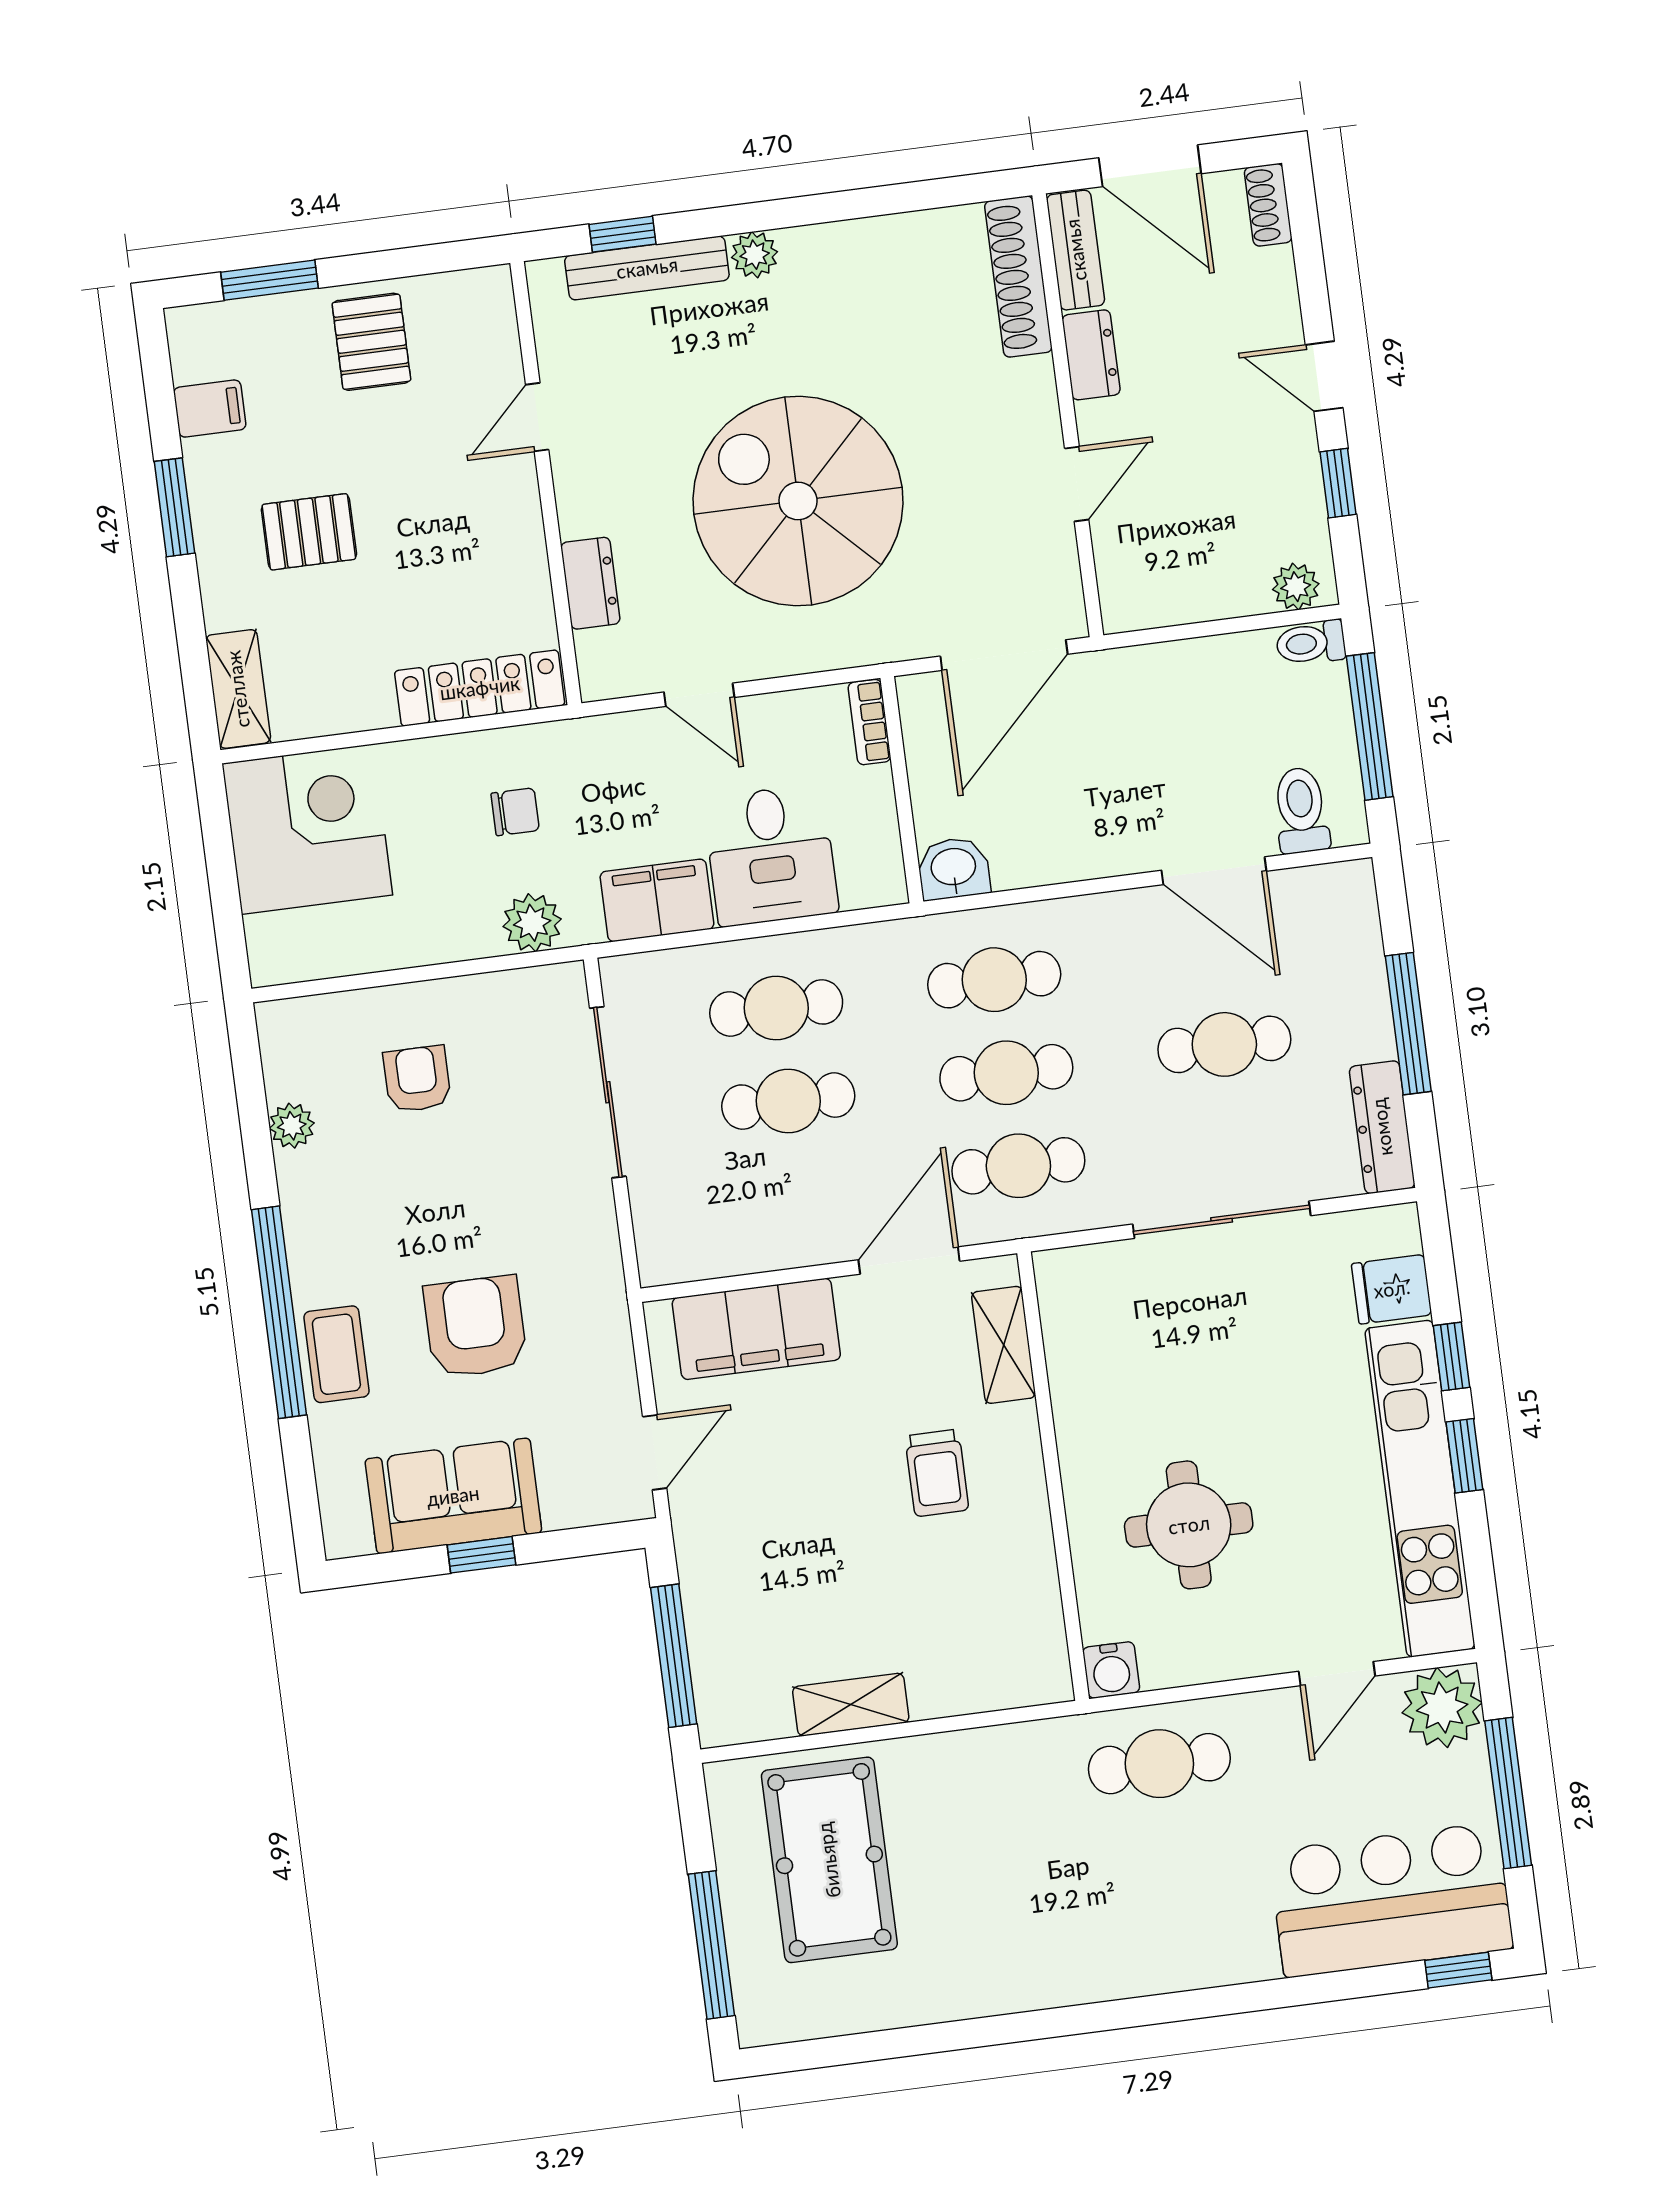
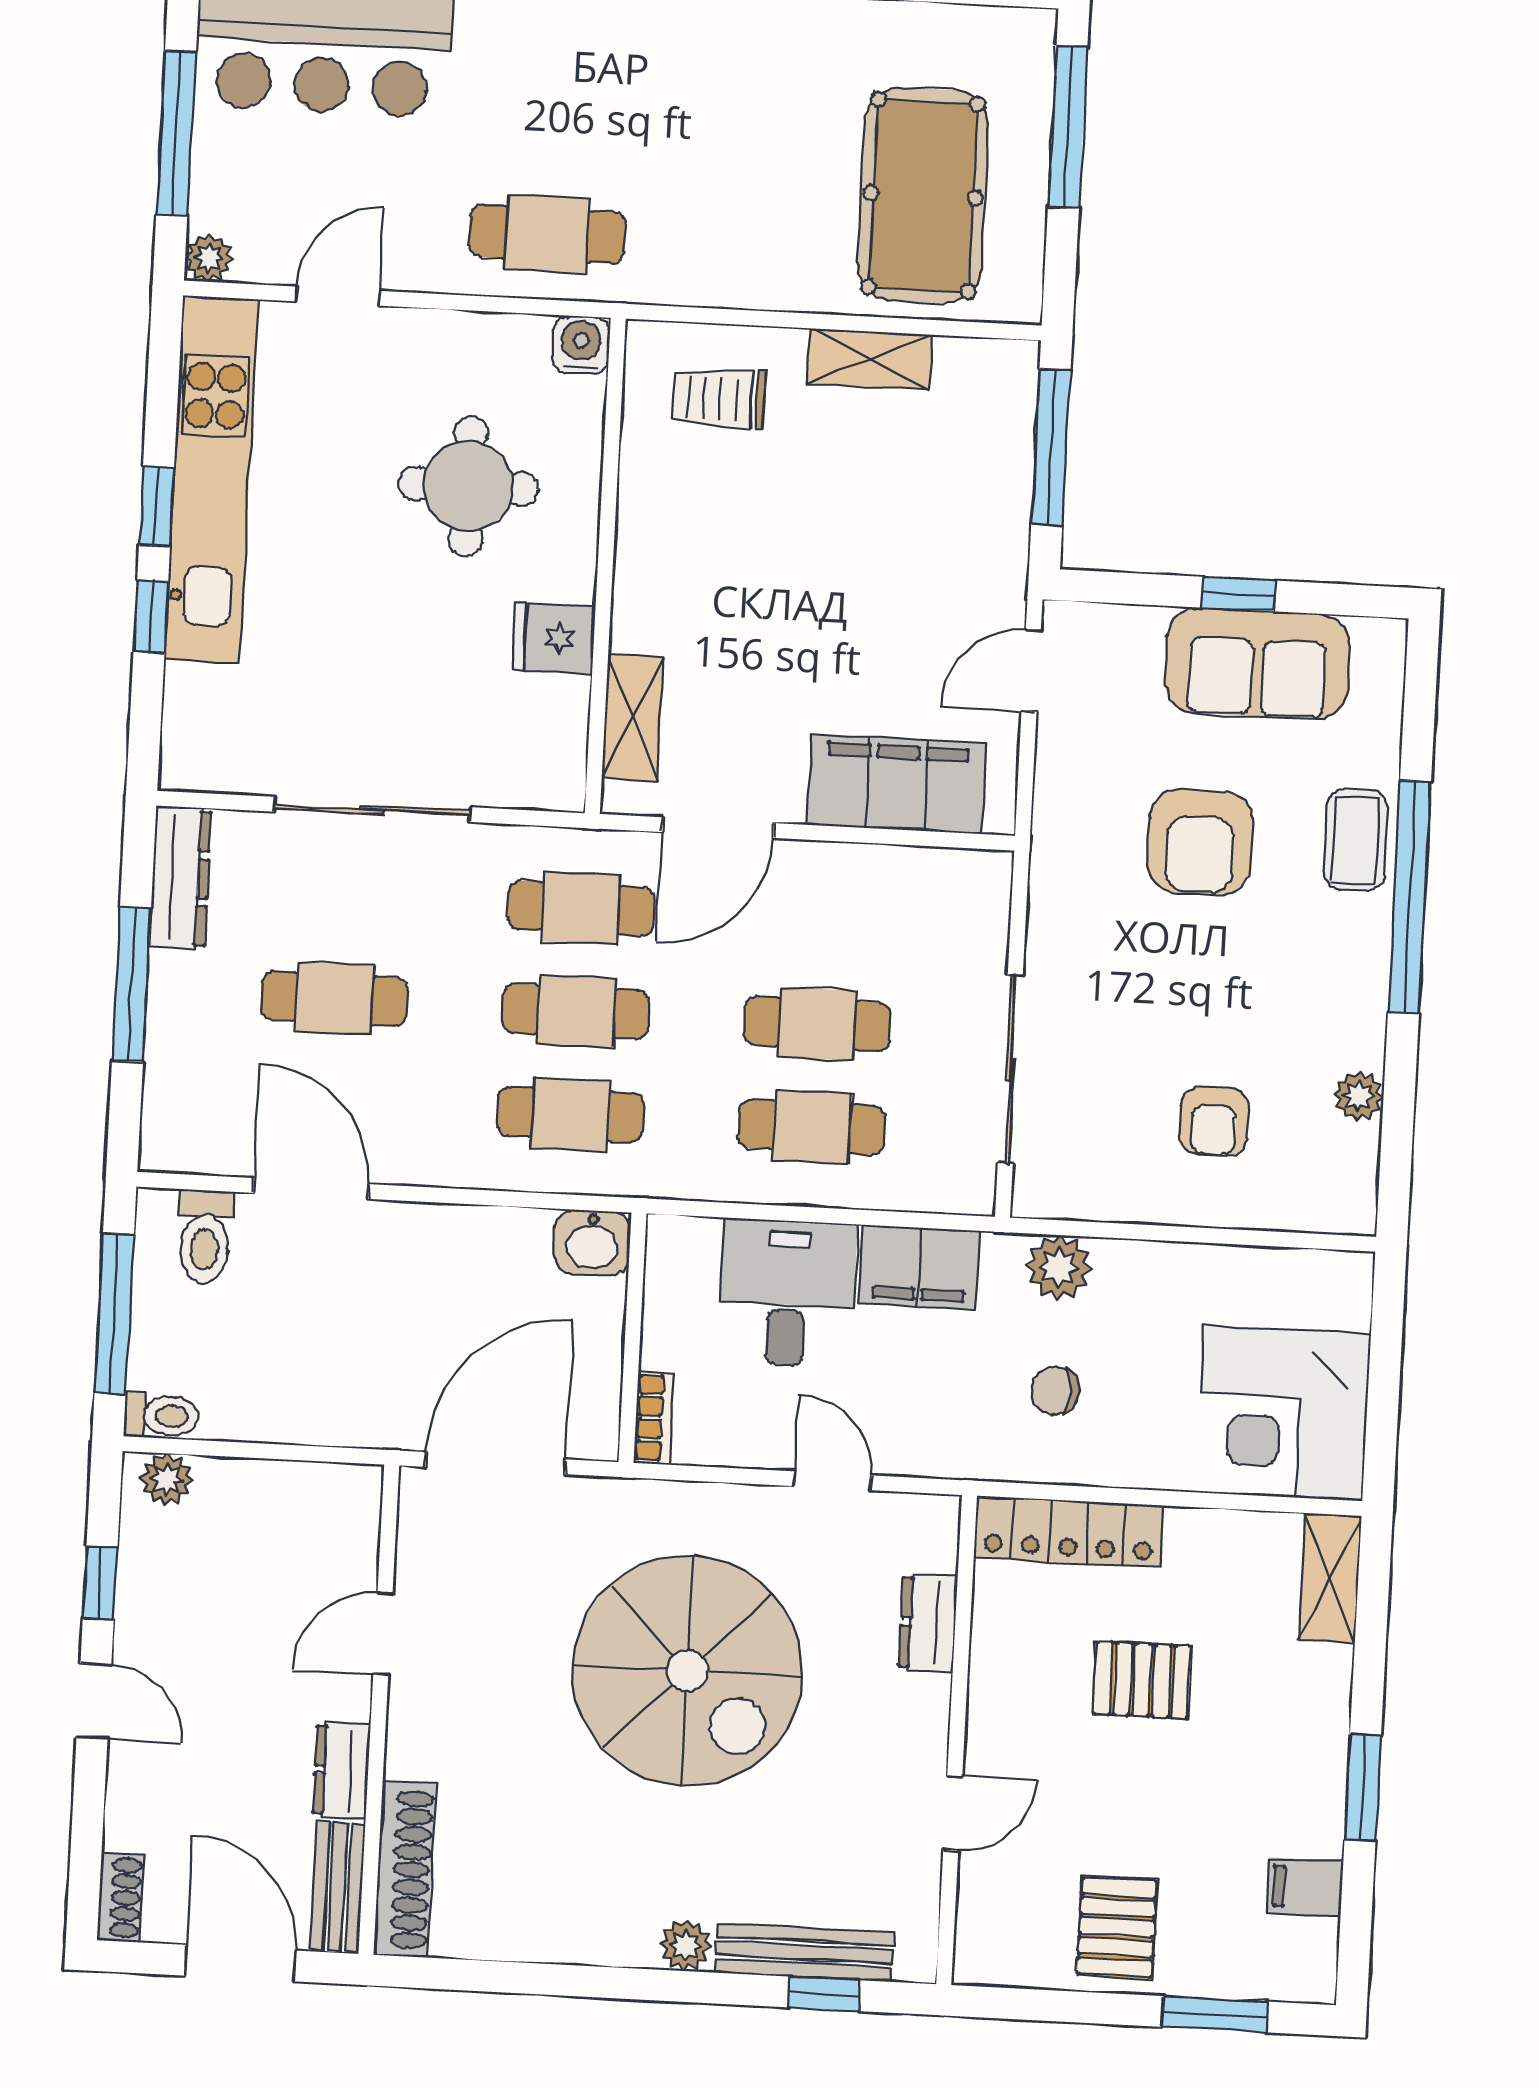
pallet: (309, 532) -> (1142, 1680), moved
fridge: (1392, 1289) -> (554, 638), moved, turned 180
trolley: (937, 1473) -> (719, 398), moved, turned -90
plant: (1442, 1708) -> (209, 258), width x0.53, depth x0.53

